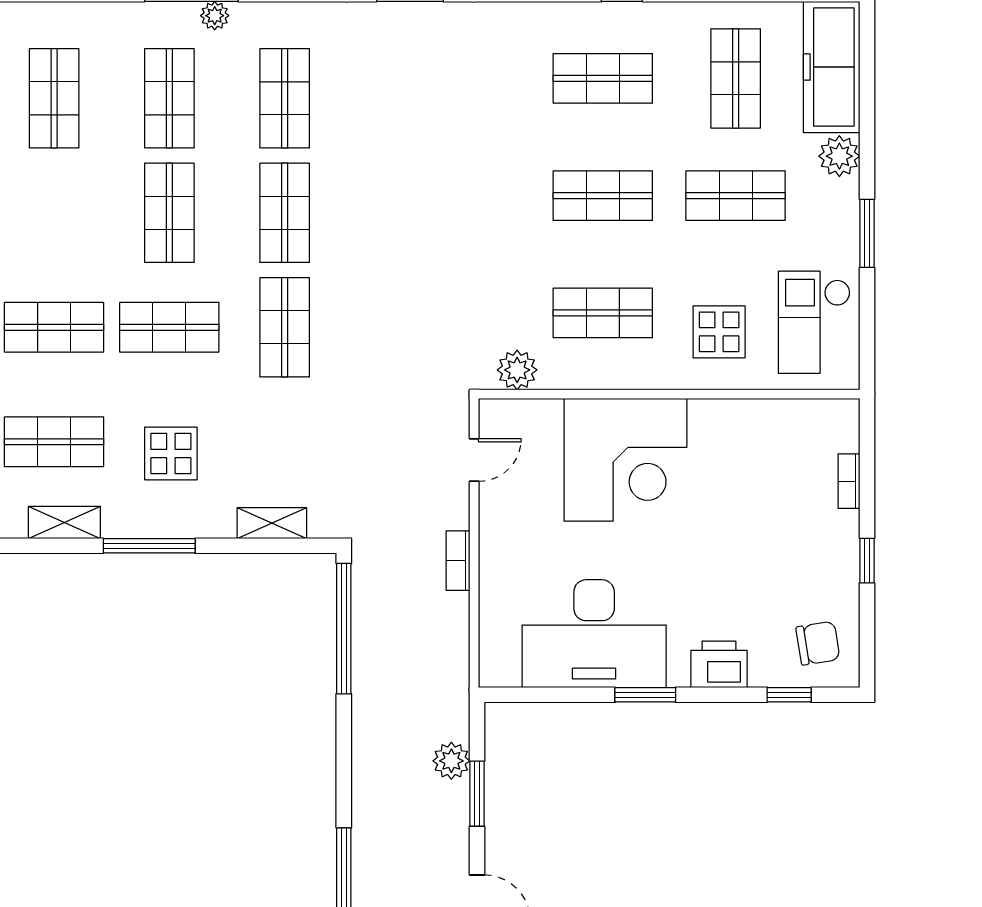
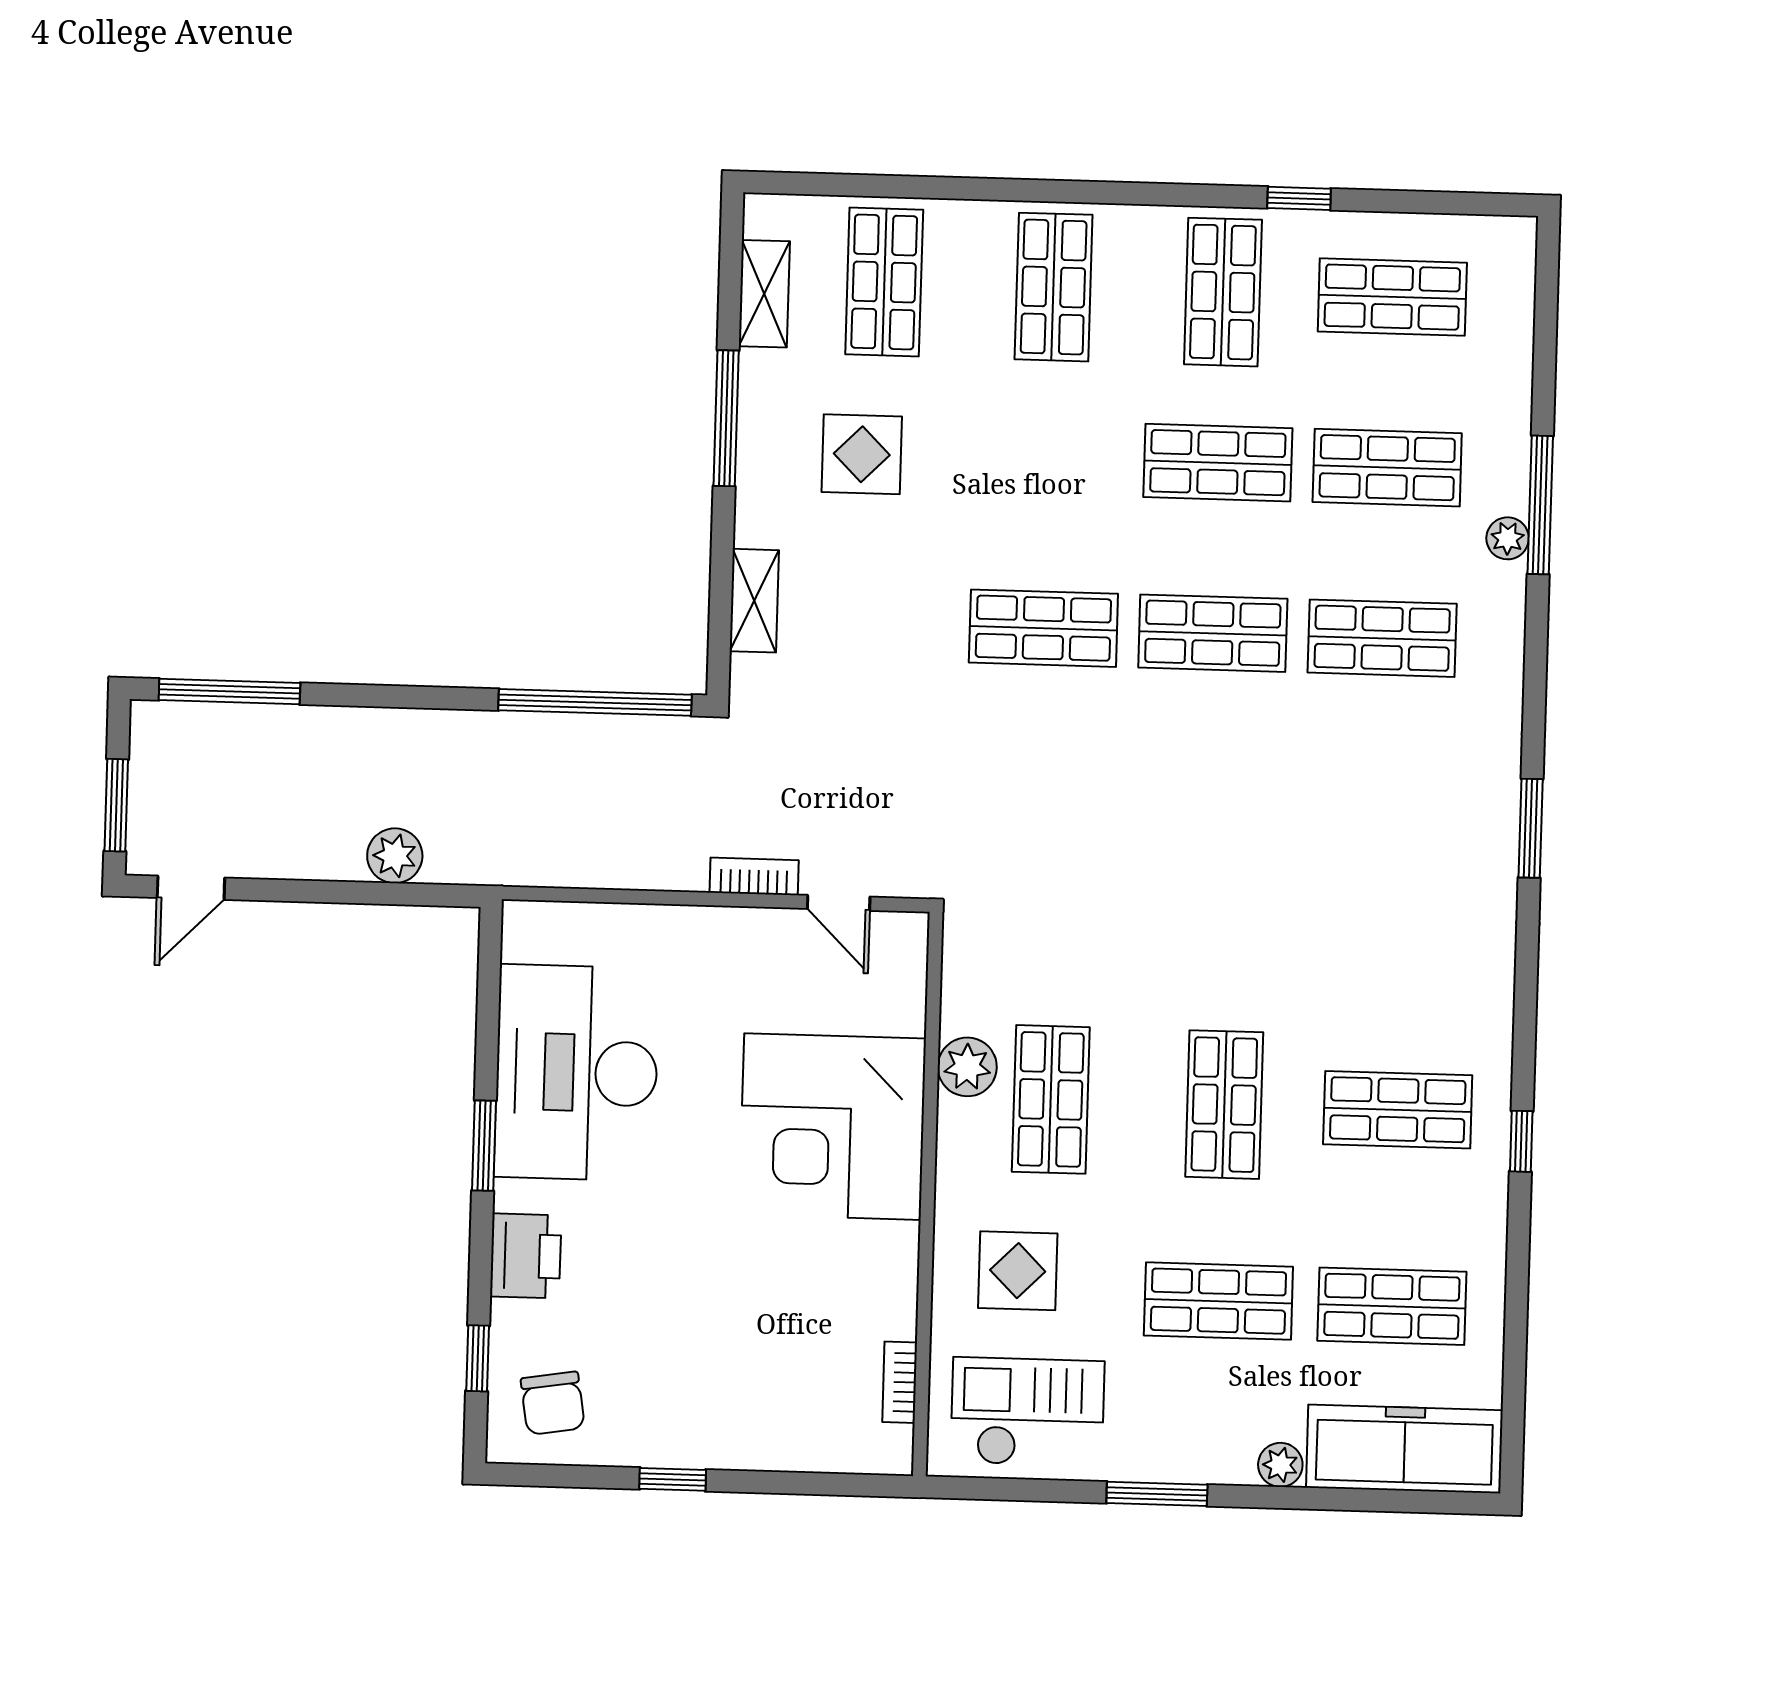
shop shelf: (603, 78) -> (1398, 1110), turned 90
plant: (839, 156) -> (1280, 1465), width x0.73, depth x0.73
shop shelf: (736, 196) -> (1218, 1301), turned 90
shop shelf: (169, 327) -> (1223, 292), moved
plant: (517, 370) -> (967, 1067), moved
bookcase: (849, 481) -> (900, 1382), moved, turned -90
bookcase: (458, 561) -> (754, 876), moved
window: (477, 794) -> (345, 892), removed

